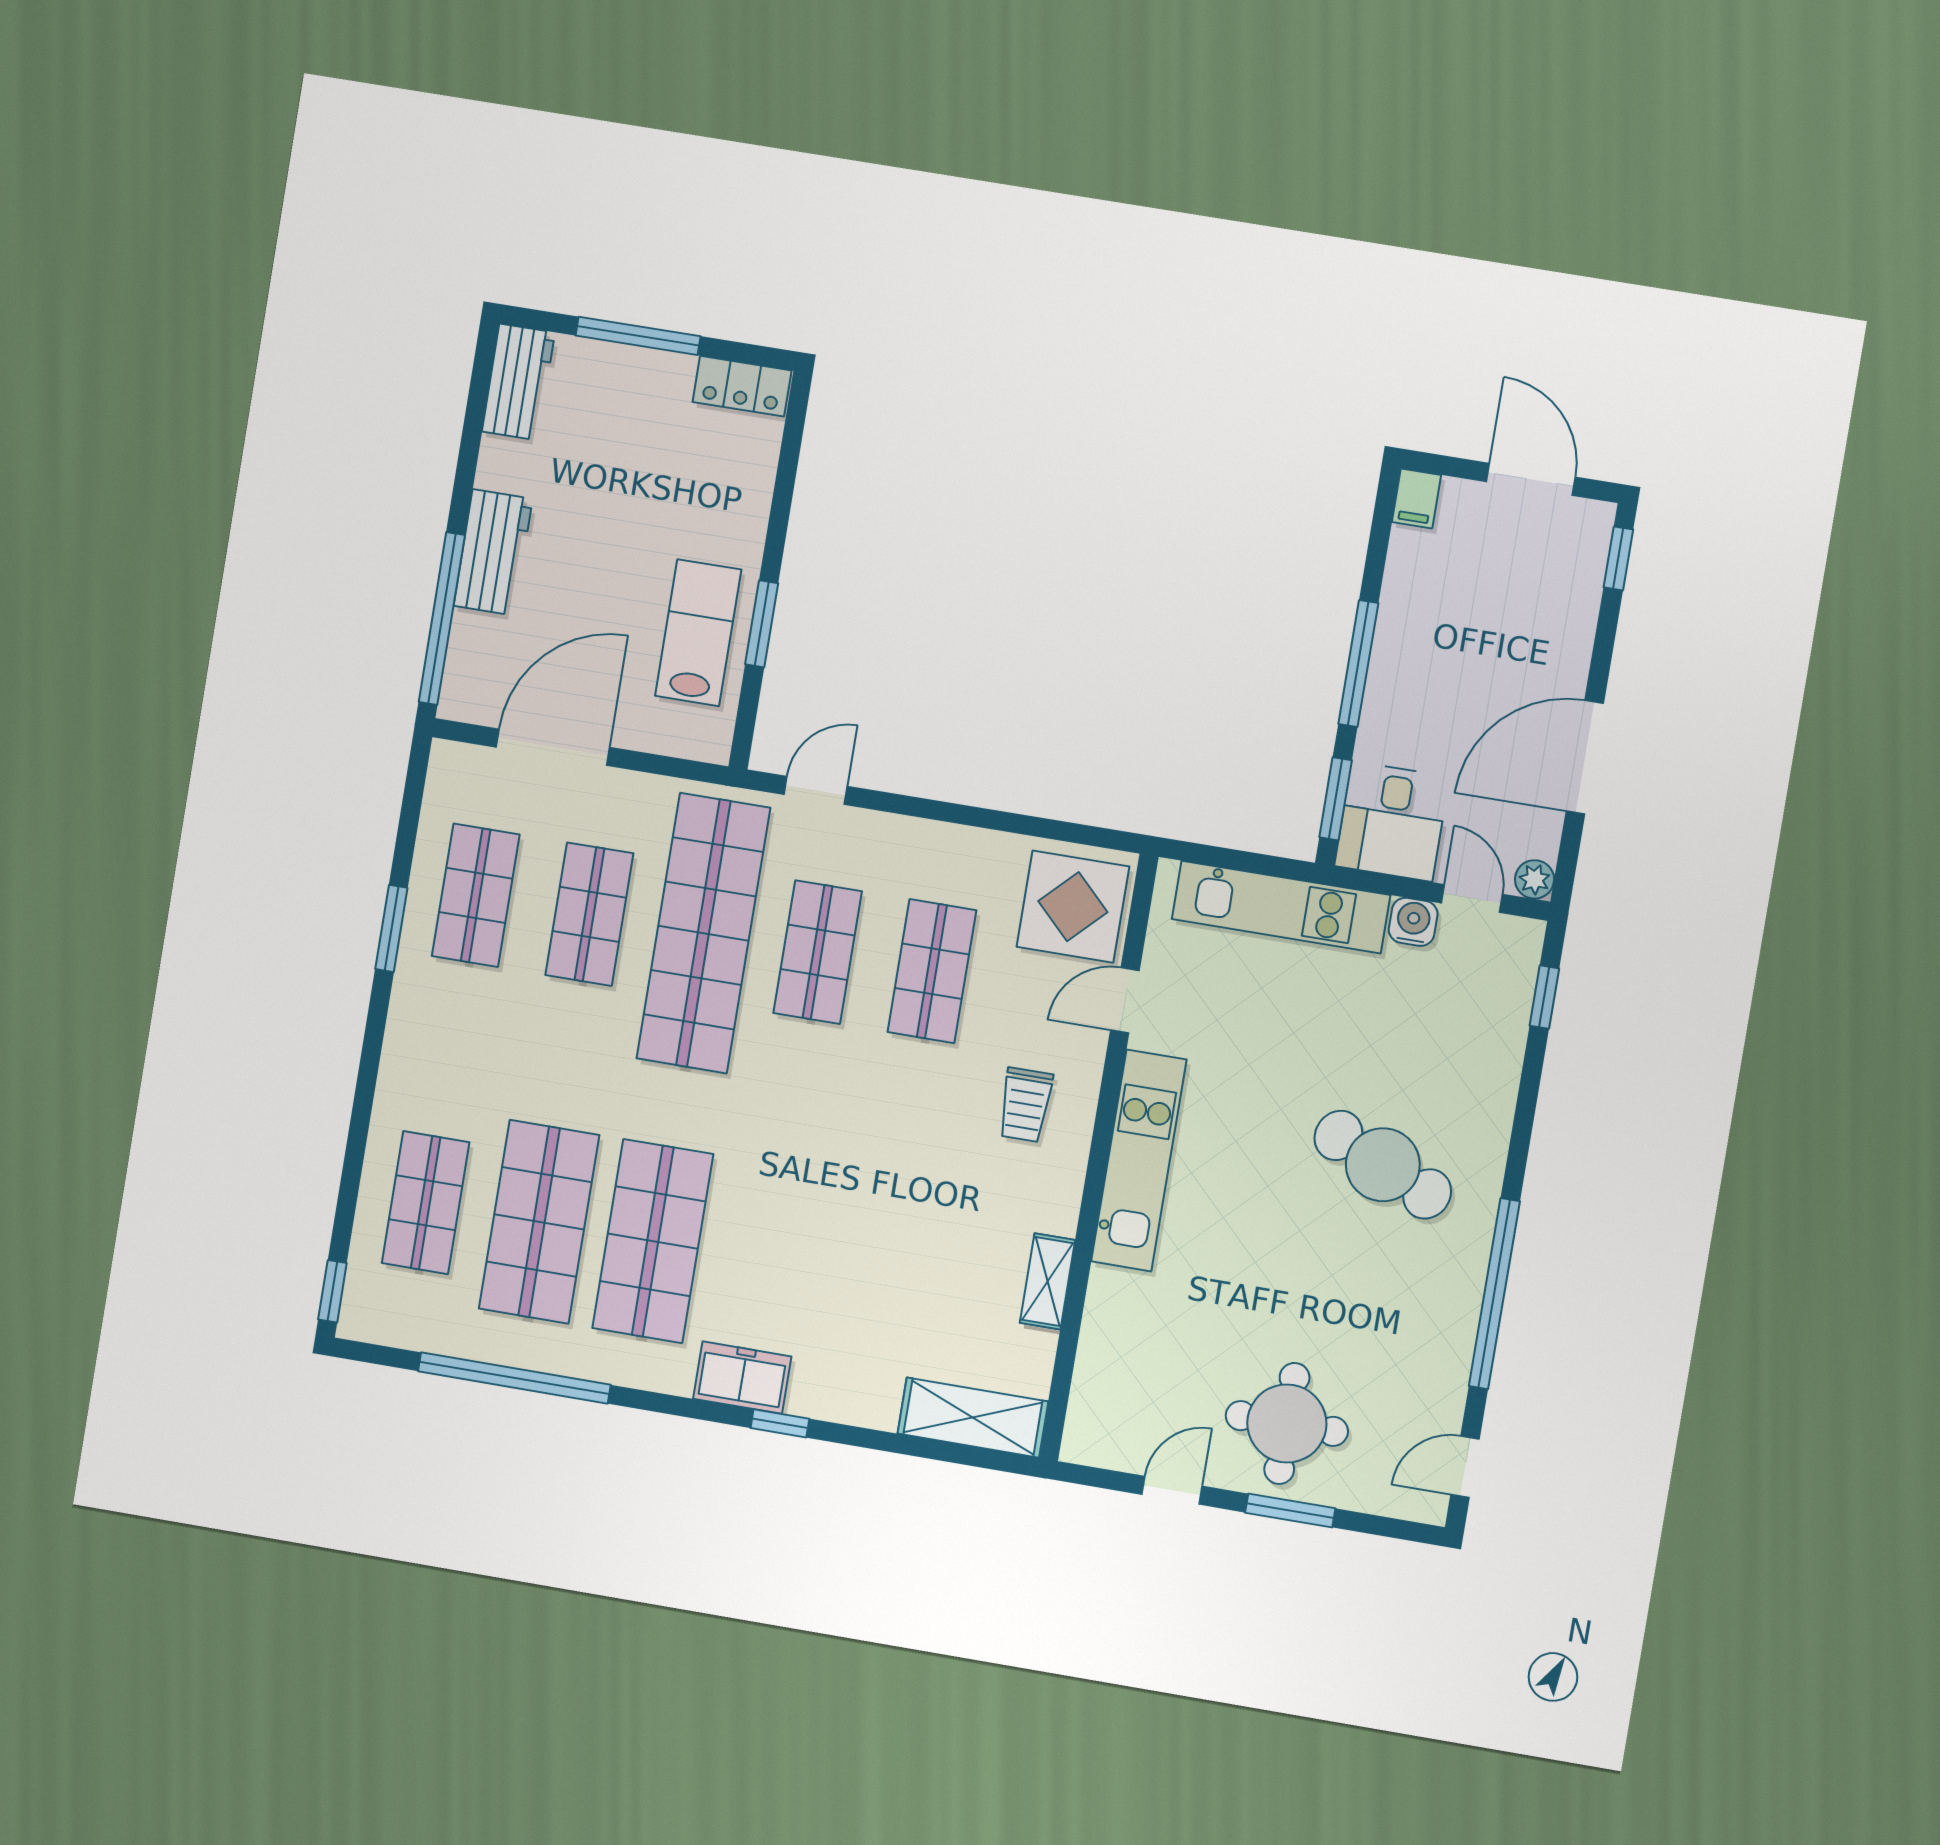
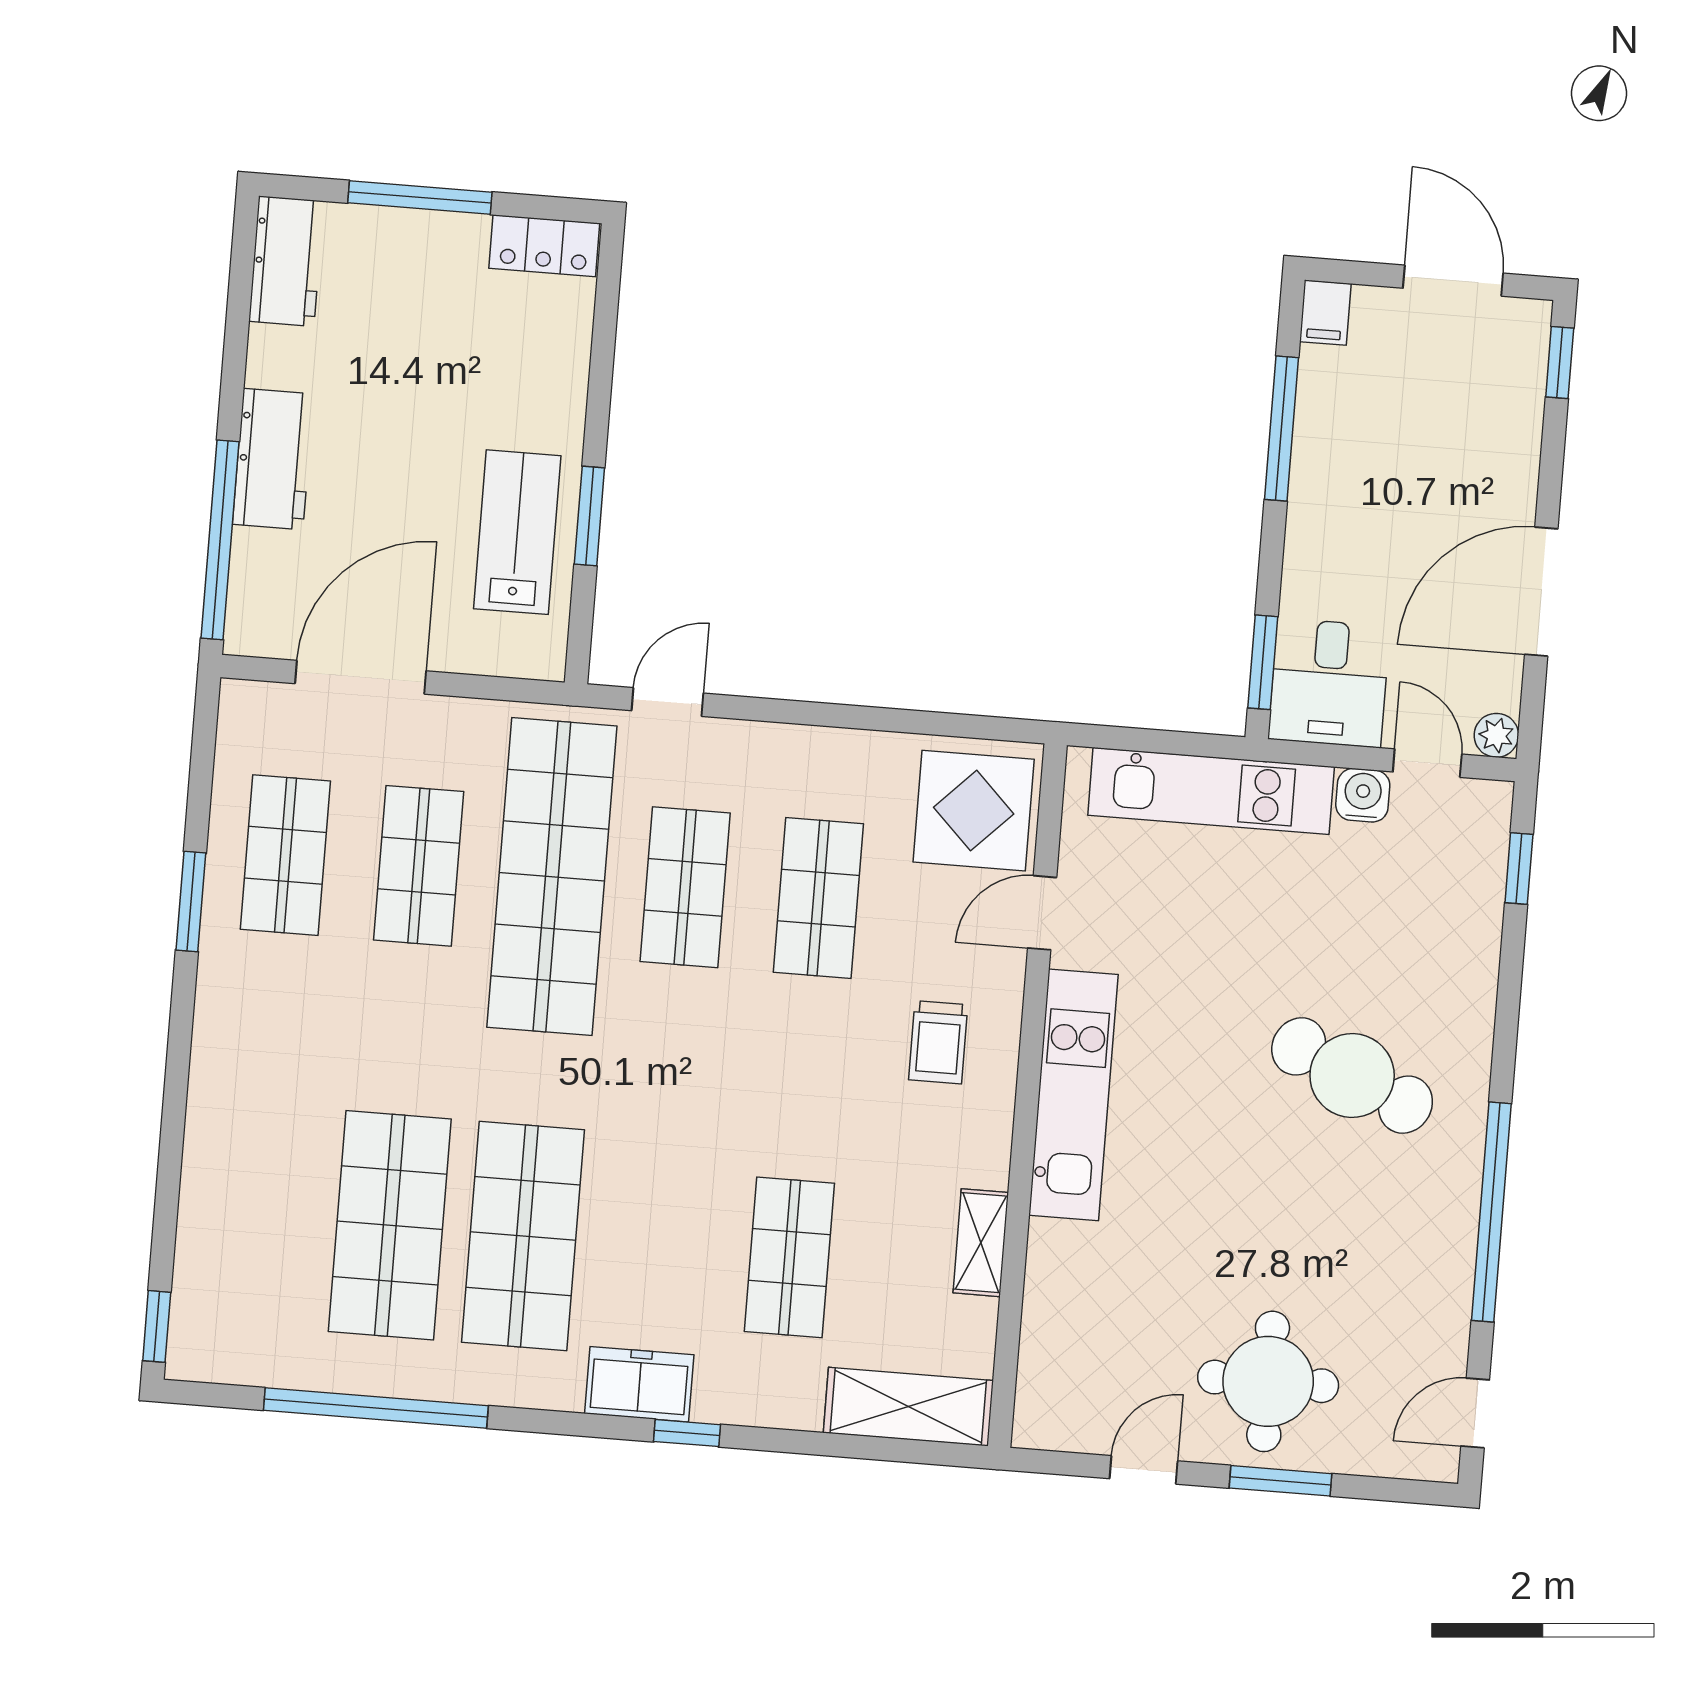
window: (1358, 663) -> (1282, 428), moved
shop shelf: (426, 1203) -> (789, 1257), moved

